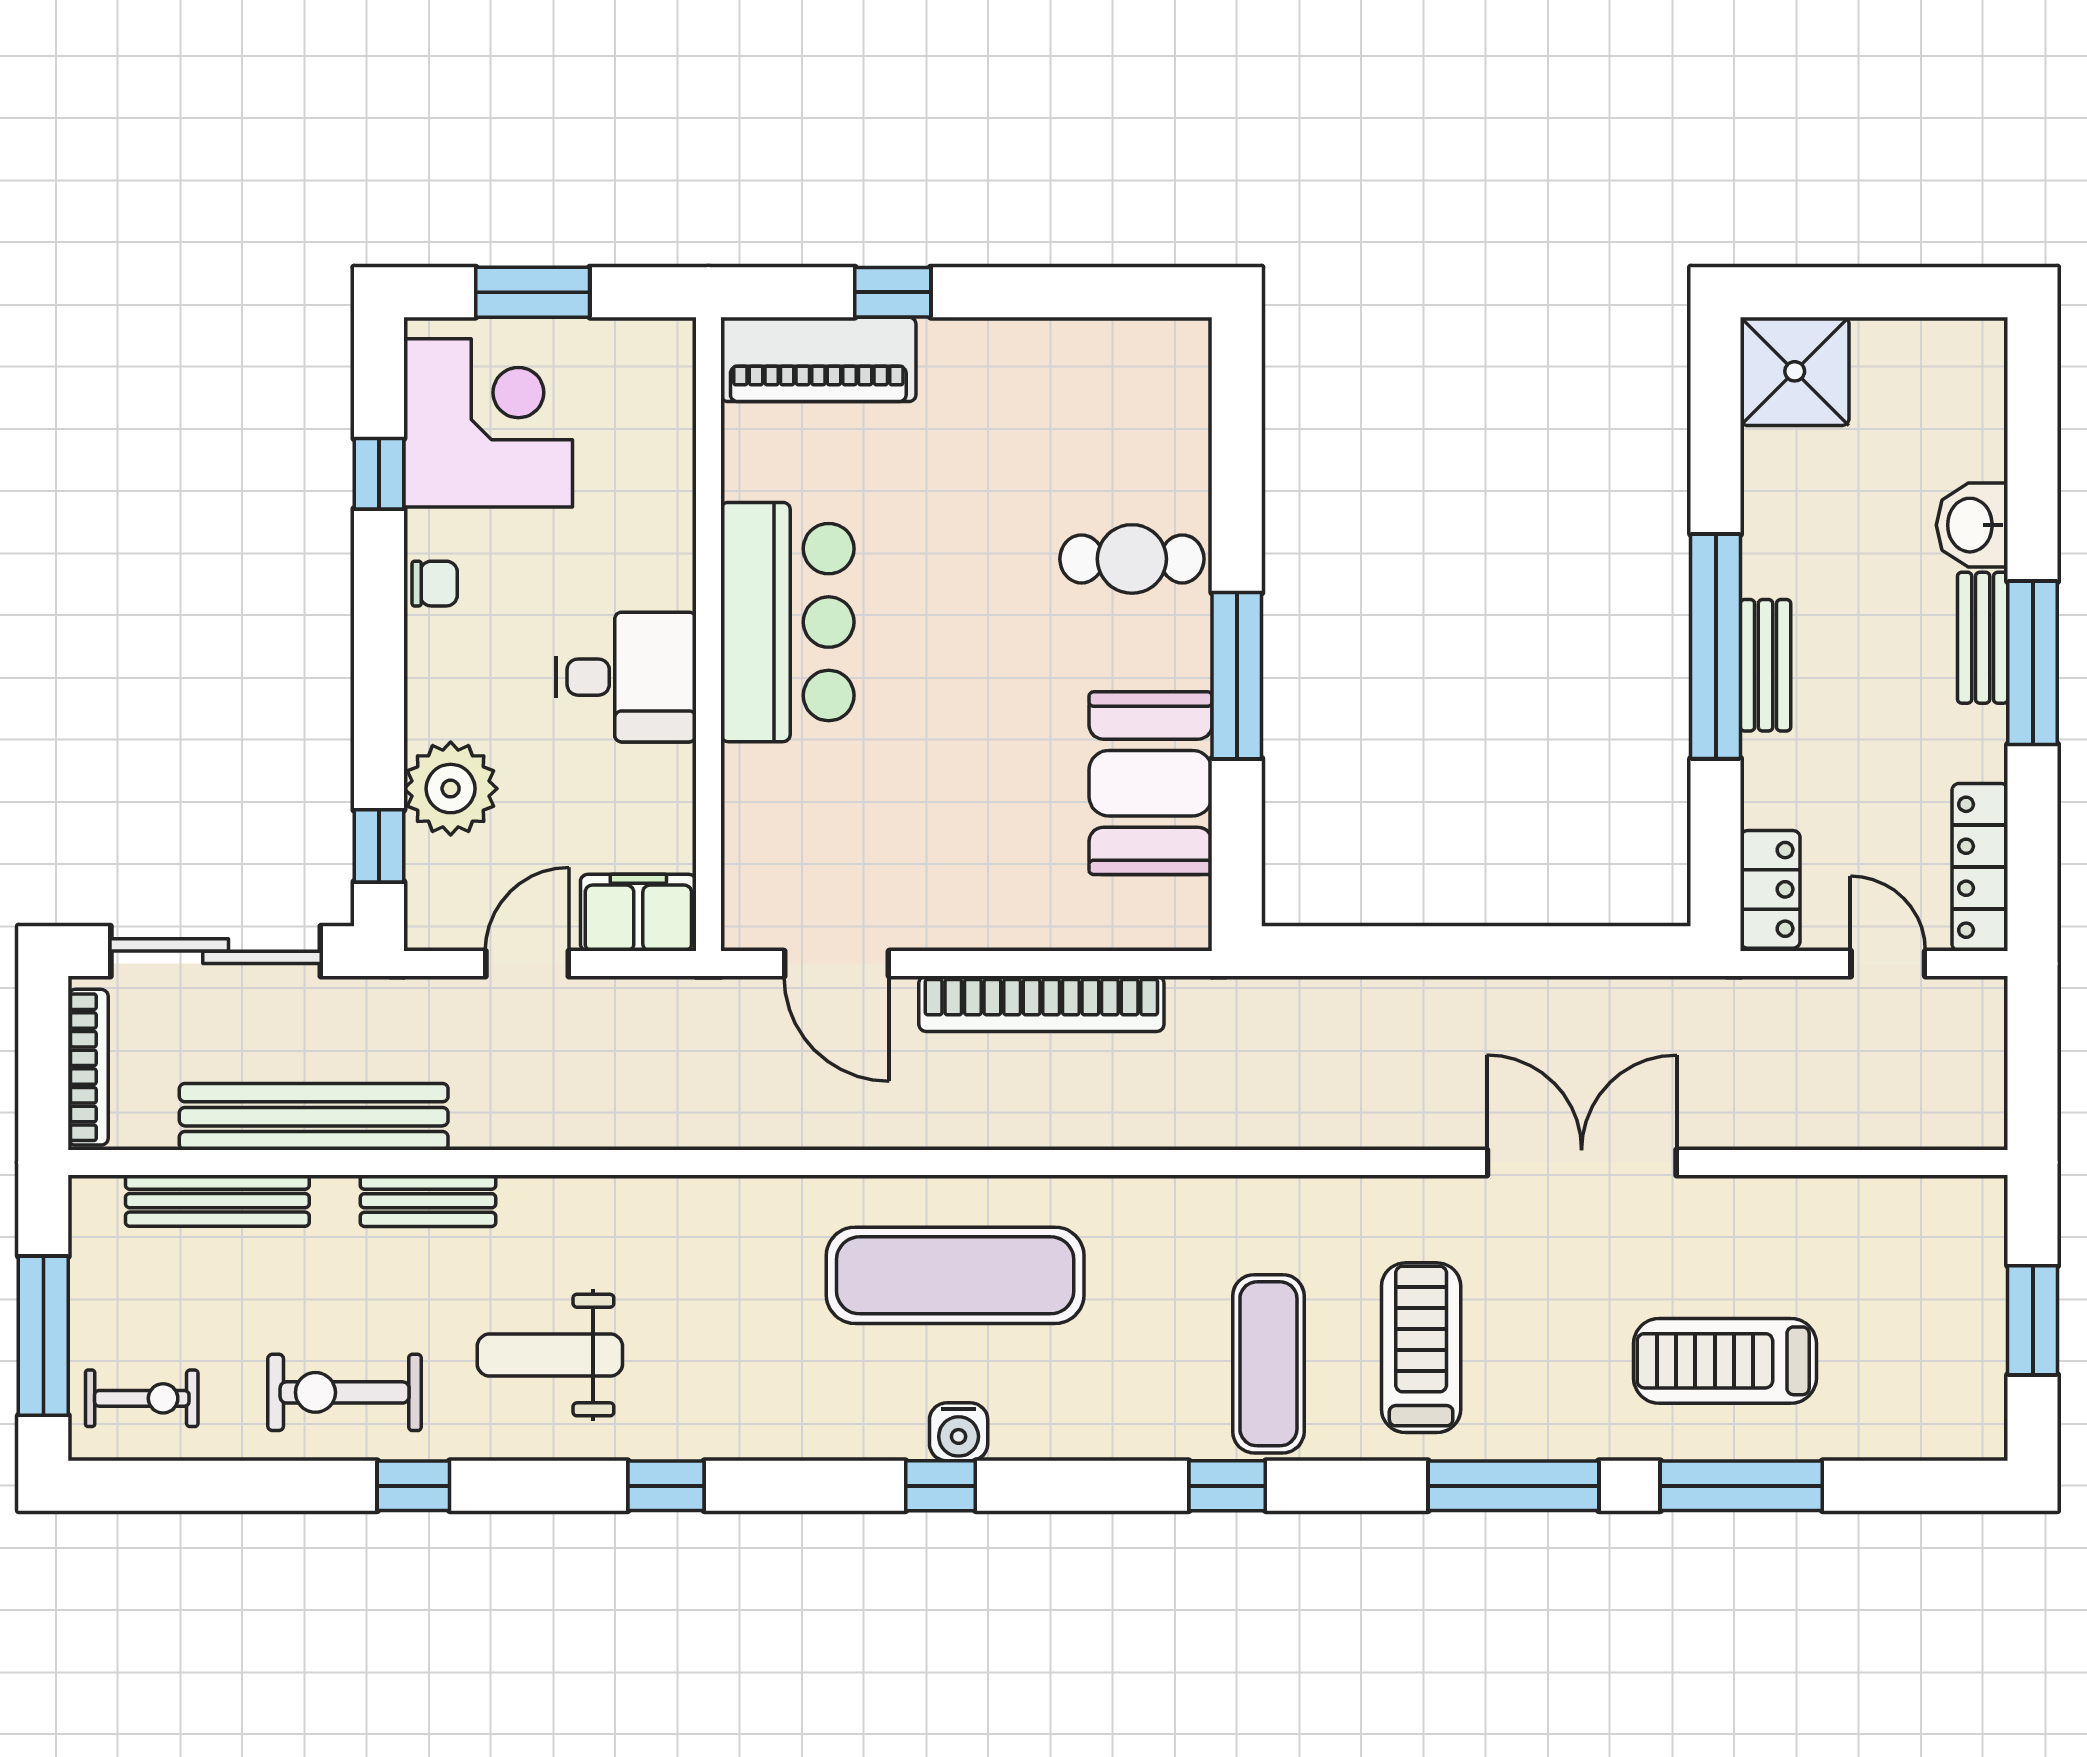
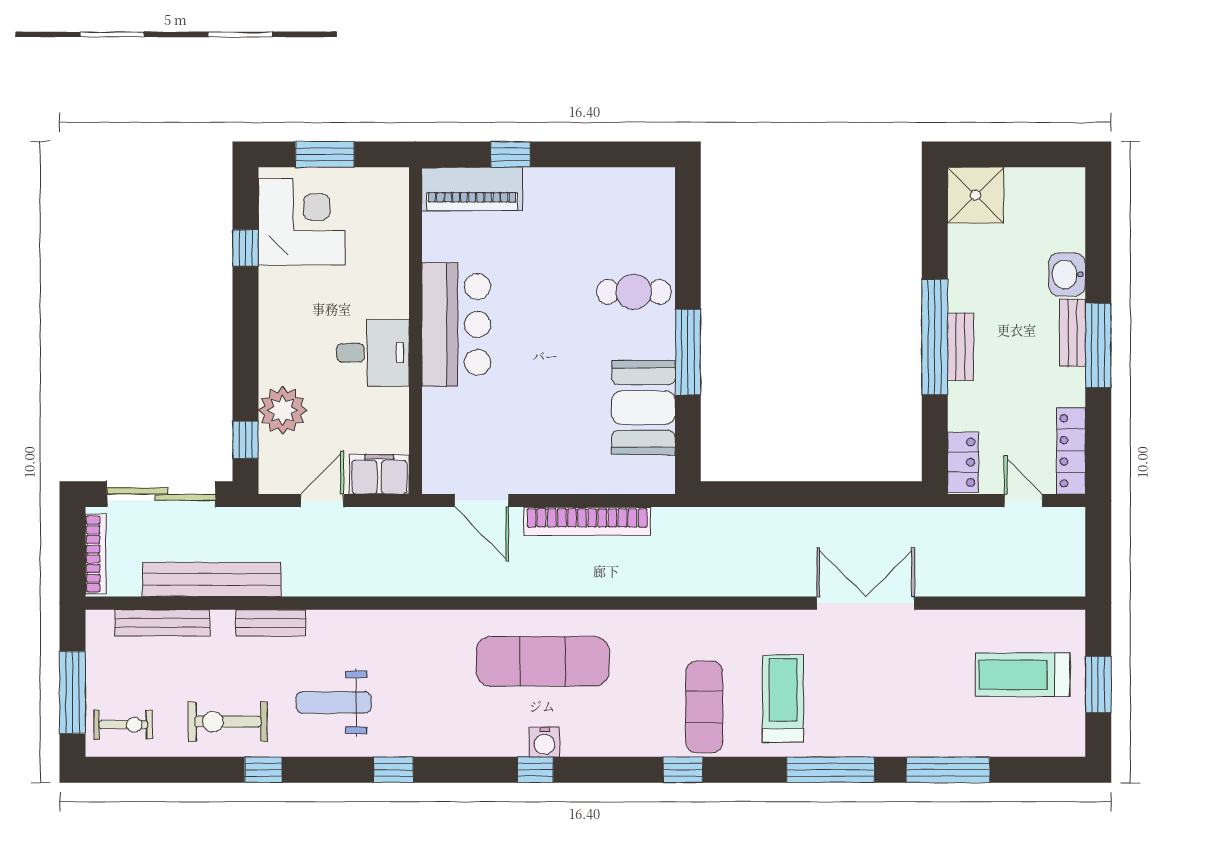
chair: (435, 584) -> (274, 305), removed
treadmill: (1725, 1361) -> (1023, 675), moved

